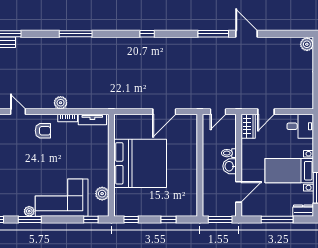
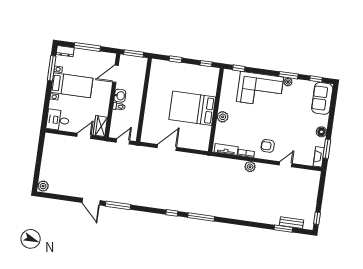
window: (76, 34) -> (201, 217), moved
door: (18, 112) -> (286, 164), swing flipped
bed: (140, 163) -> (192, 108), width x0.73
plant: (102, 194) -> (223, 117), moved

